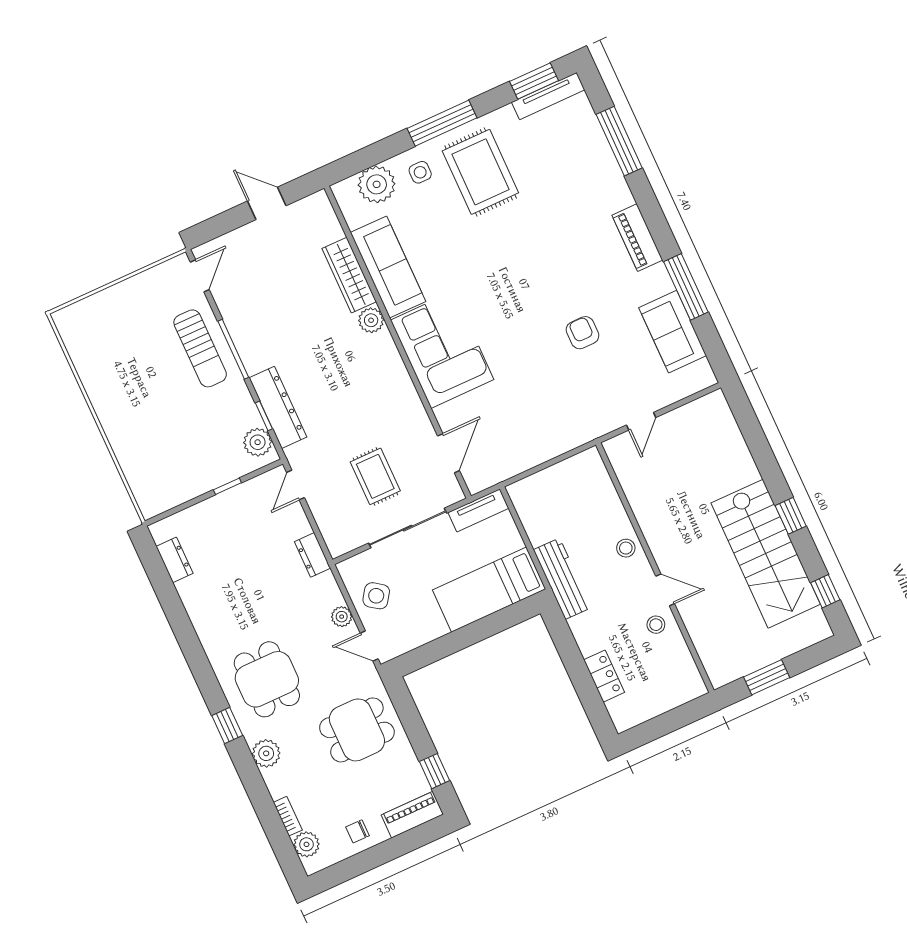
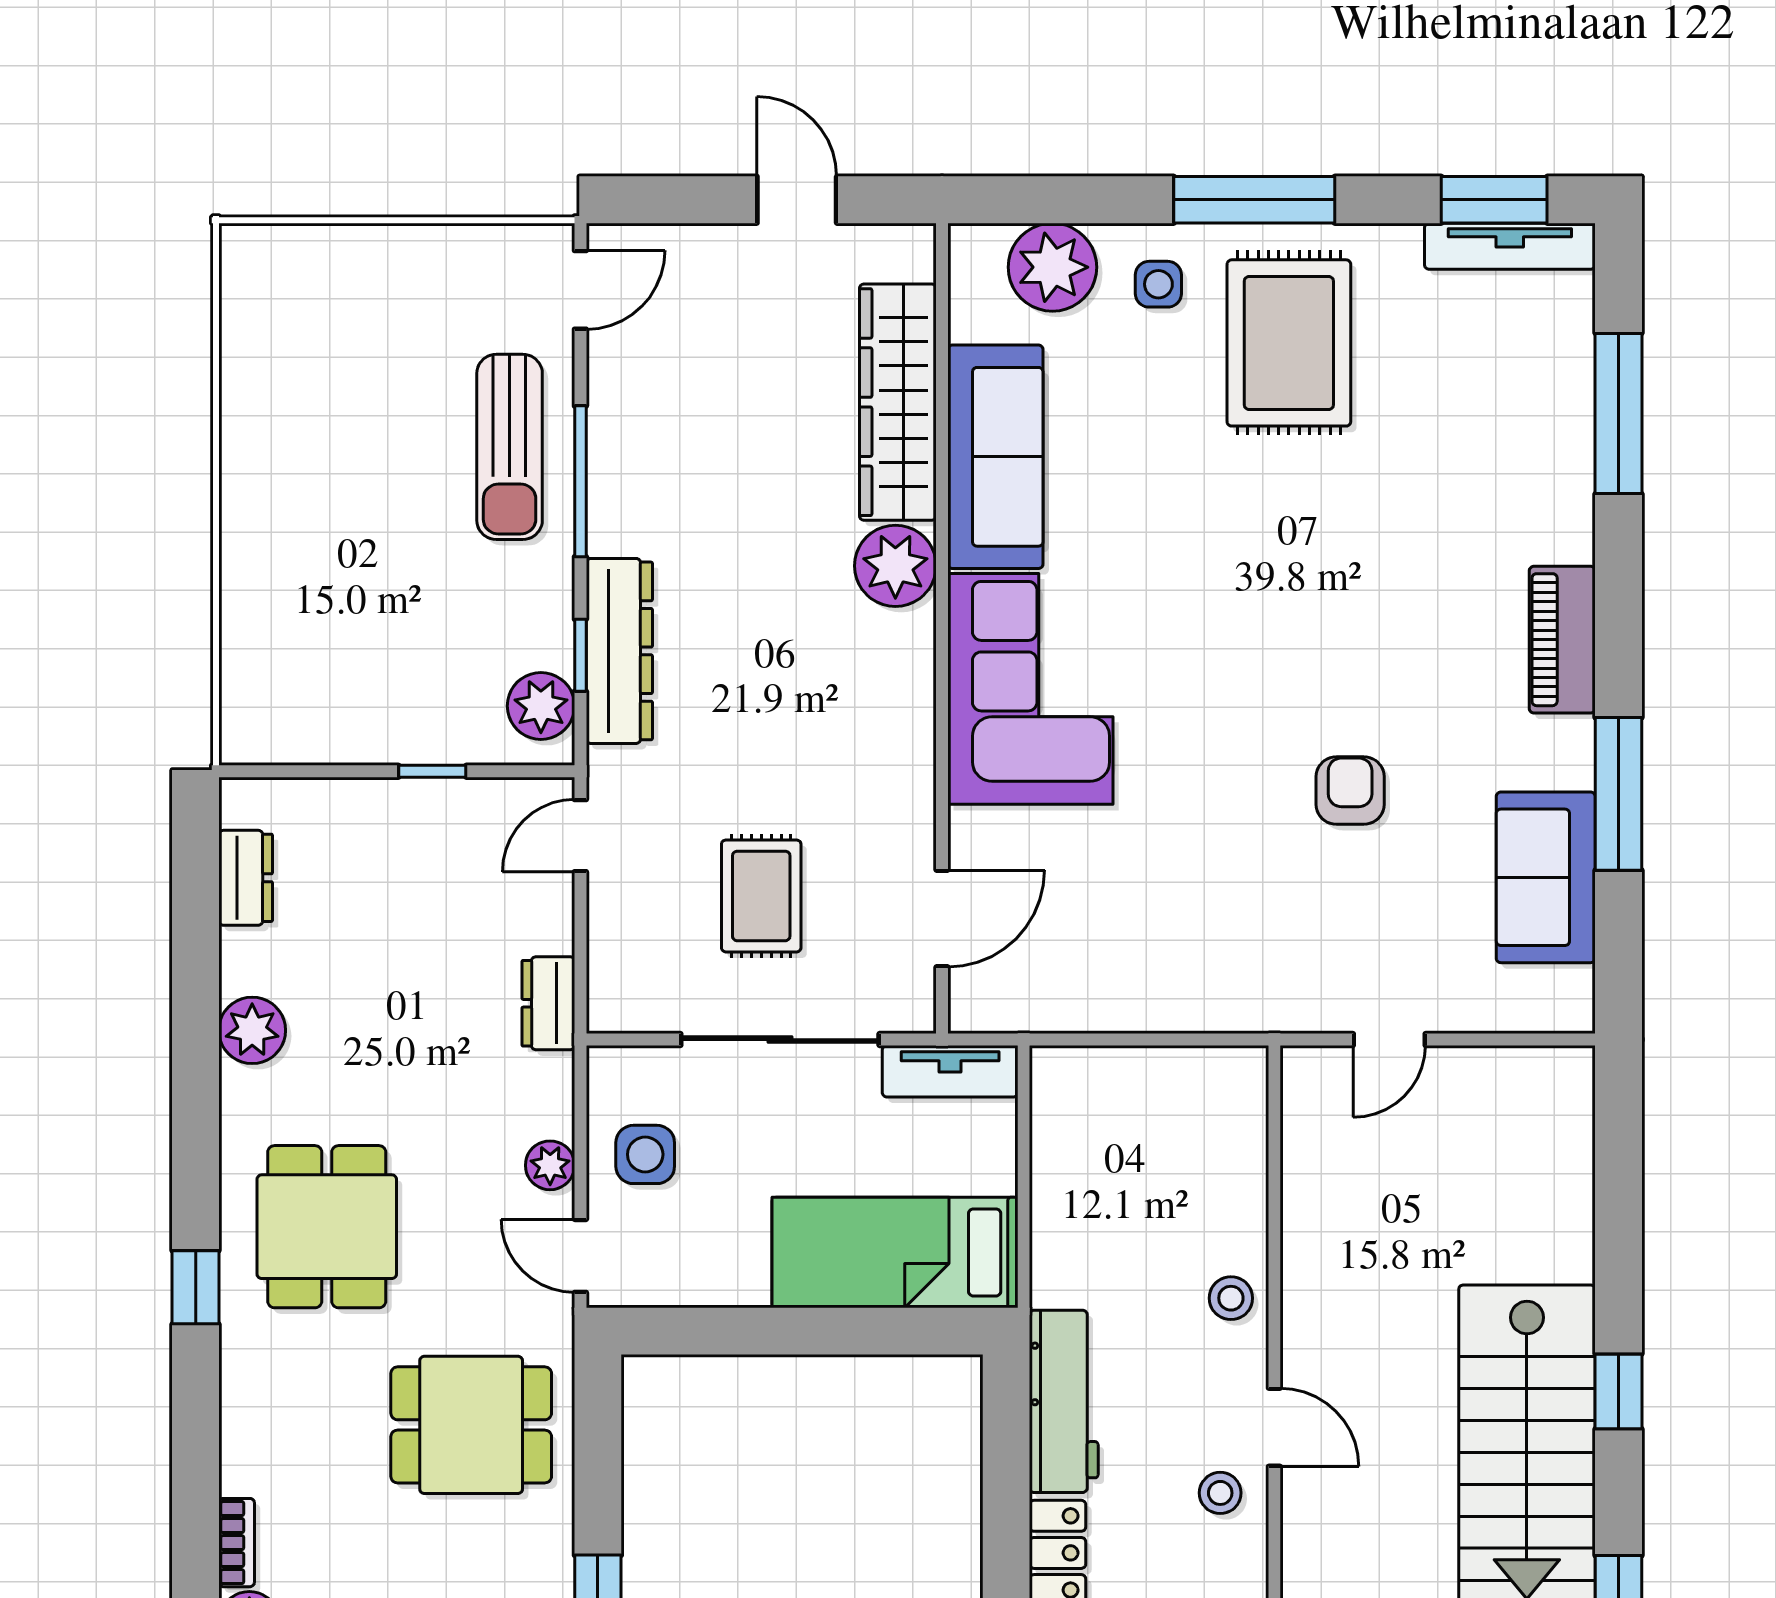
wardrobe: (349, 275) -> (898, 402), width x1.40, depth x1.17
plant: (371, 320) -> (895, 566), width x1.36, depth x1.36
workbench: (562, 579) -> (1064, 1401), moved
side table: (376, 596) -> (645, 1154), turned -35
plant: (266, 753) -> (252, 1030), moved

